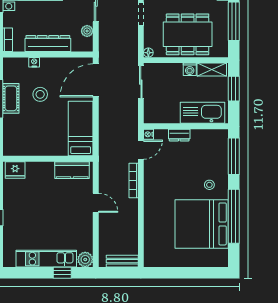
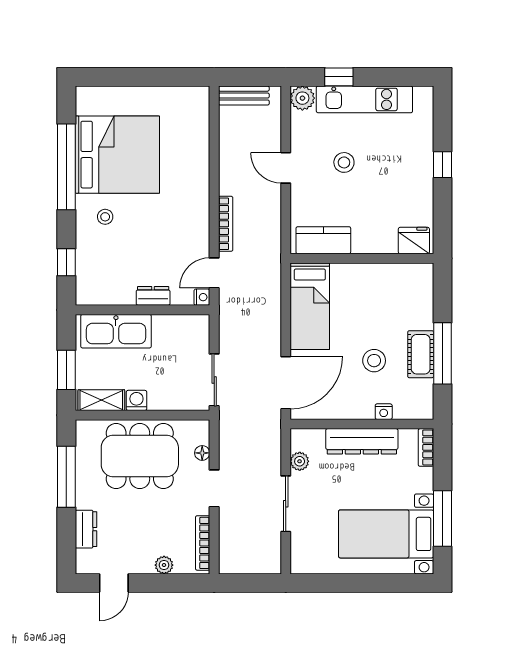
floor lamp: (148, 53) -> (202, 453), moved
window: (234, 156) -> (66, 262), width x0.46
door: (96, 203) -> (286, 168), moved
stool: (59, 219) -> (344, 162), added

